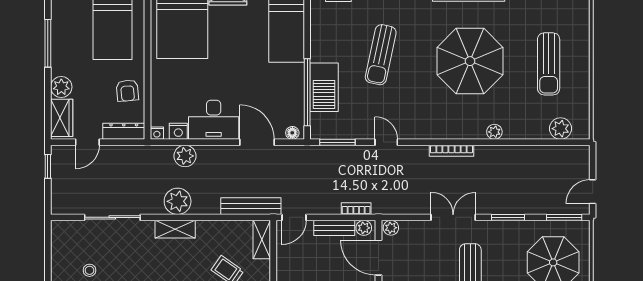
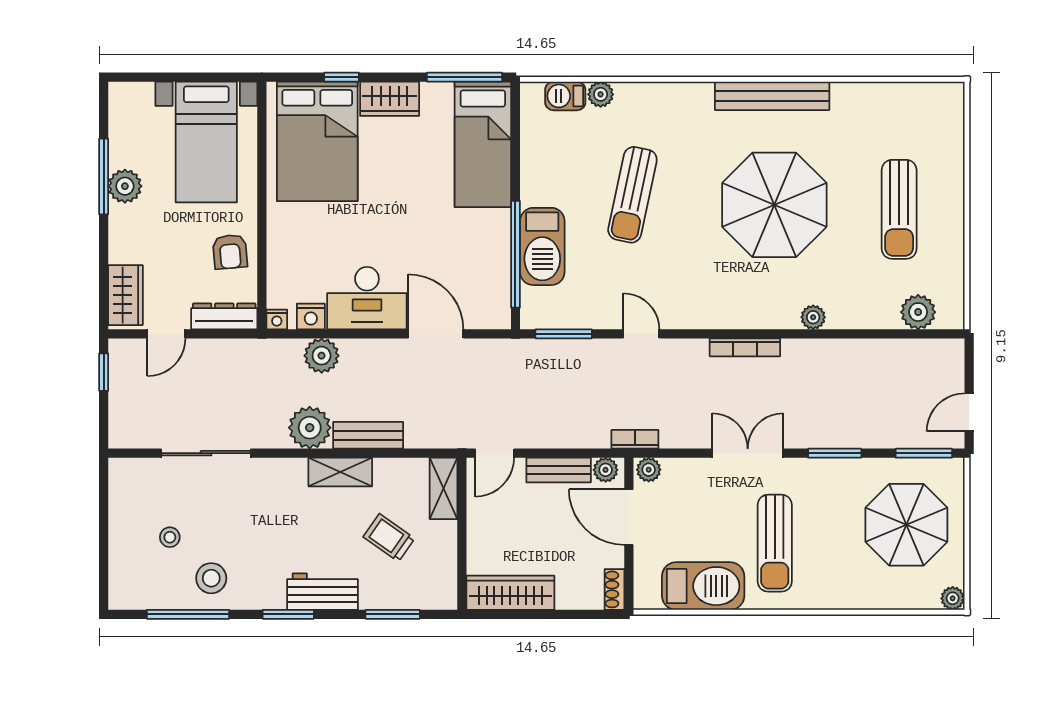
plant: (61, 87) -> (125, 186), moved
floor lamp: (292, 133) -> (492, 319), removed
bench: (251, 206) -> (368, 435), moved, width x0.73
bookcase: (356, 209) -> (635, 439), moved
shelving: (175, 229) -> (340, 472), moved

